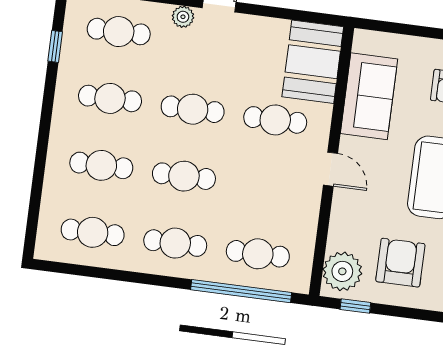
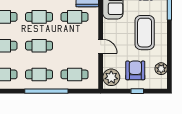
door: (330, 169) -> (101, 46), moved
window: (241, 291) -> (46, 91), moved
window: (355, 306) -> (137, 91), moved

